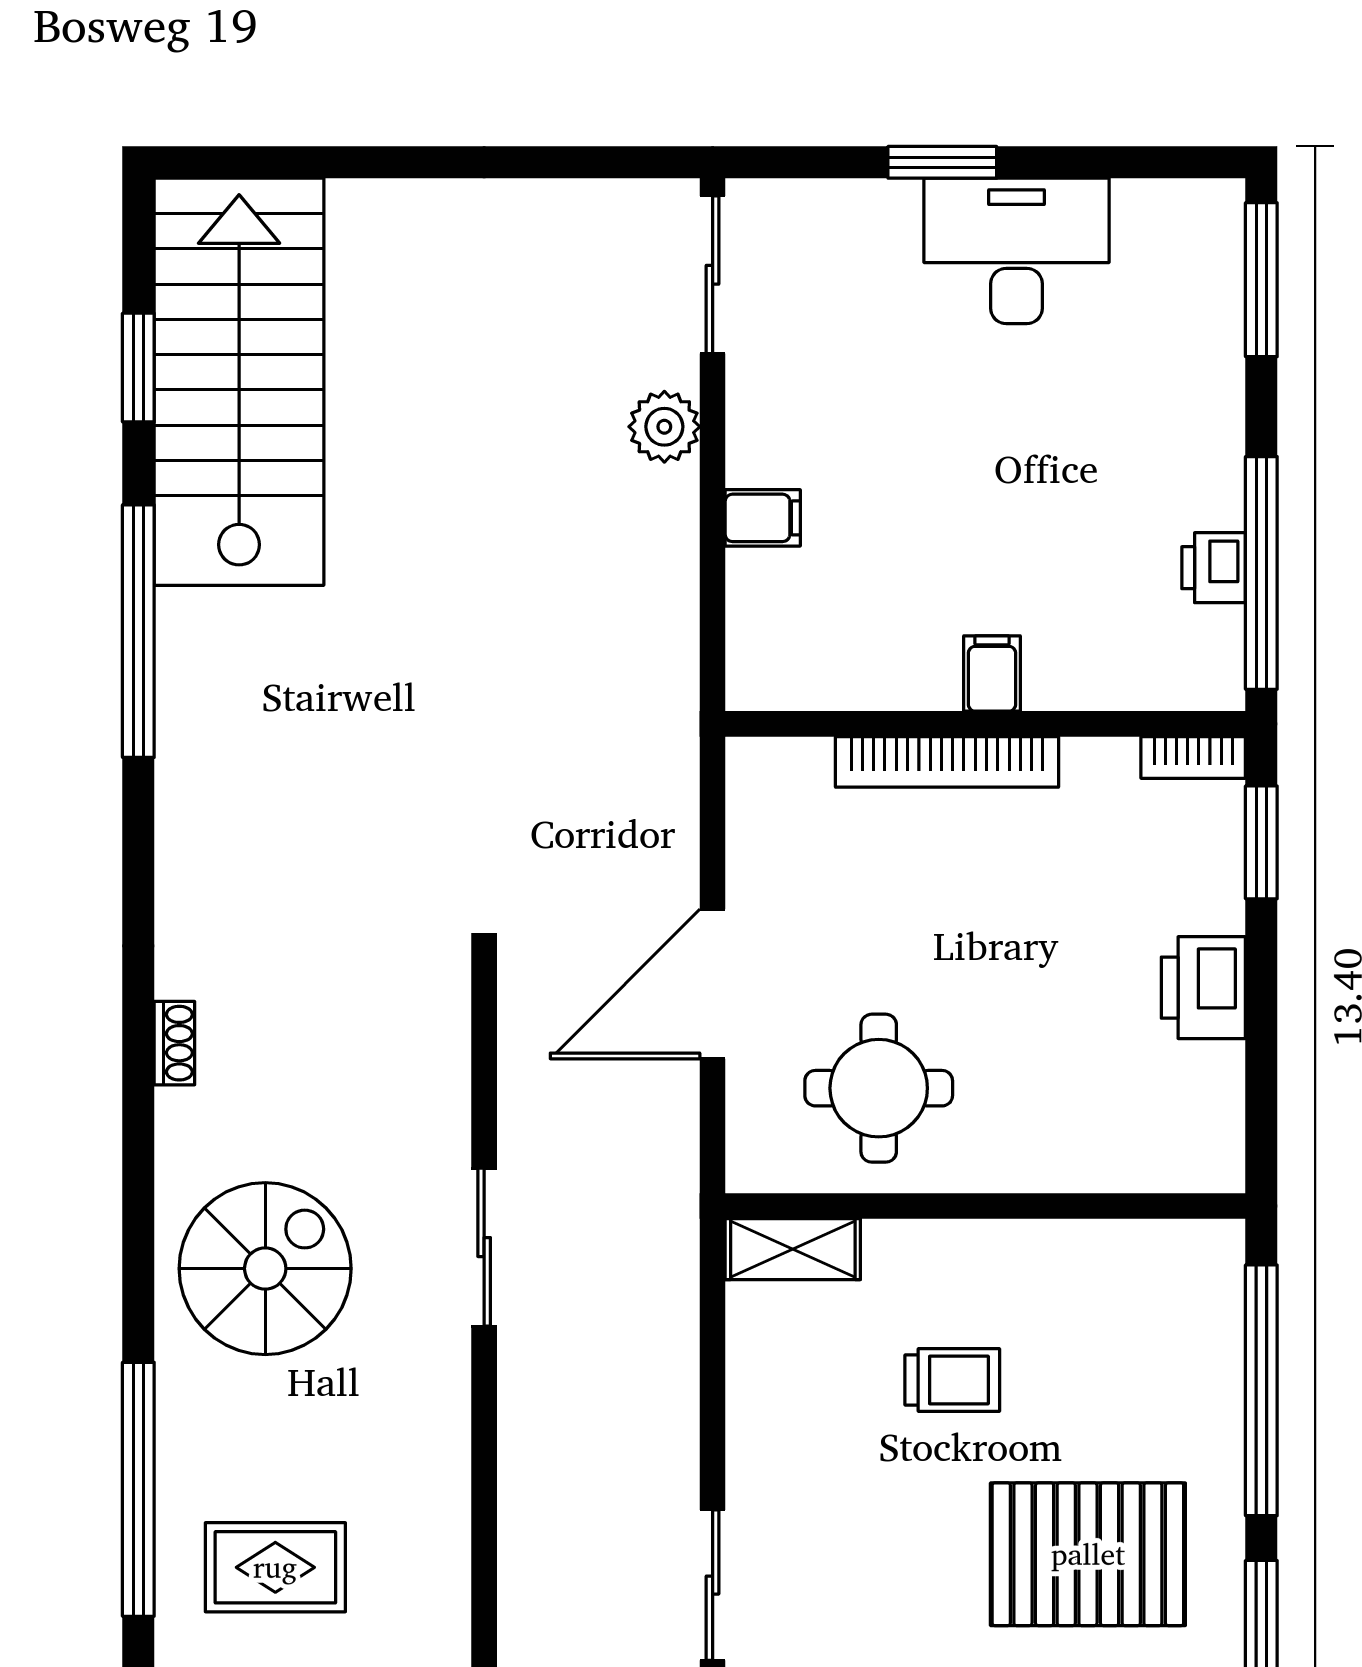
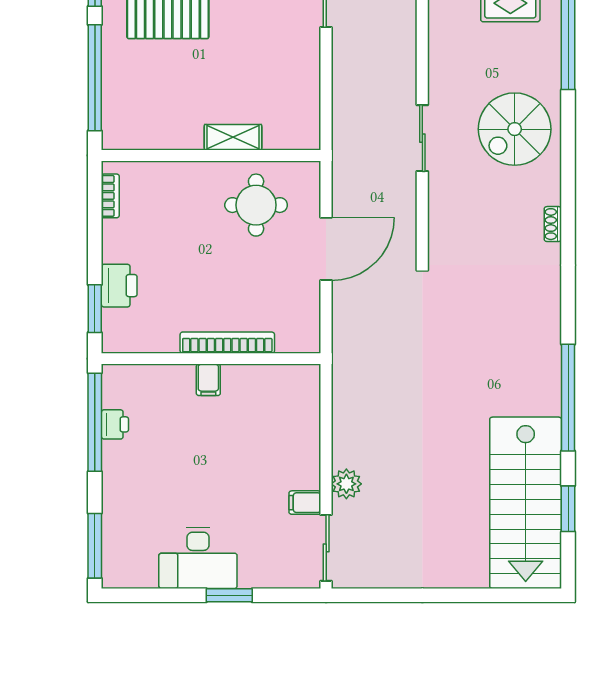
filing cabinet: (763, 518) -> (305, 503), moved
bookcase: (1193, 757) -> (110, 196), moved, turned 90
printer: (1203, 988) -> (119, 286), moved
shelving: (793, 1249) -> (233, 137), moved
trolley: (952, 1380) -> (225, 82), removed

